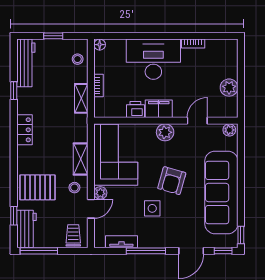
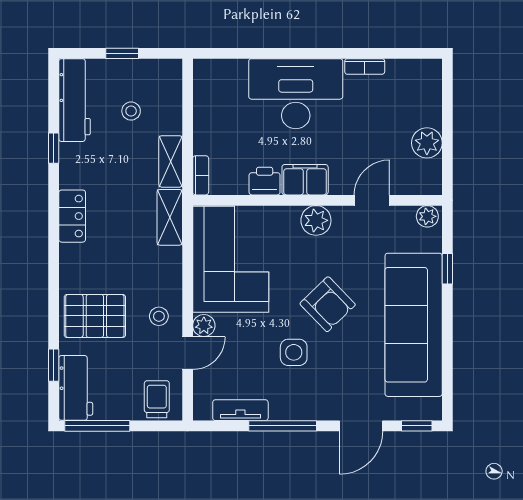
floor lamp: (100, 45) -> (203, 68), removed
stool: (78, 59) -> (131, 111), moved
bookcase: (99, 86) -> (201, 175), moved
shelving: (81, 159) -> (170, 217), moved
armchair: (172, 181) -> (328, 304), turned -60
window: (241, 235) -> (447, 269), moved

